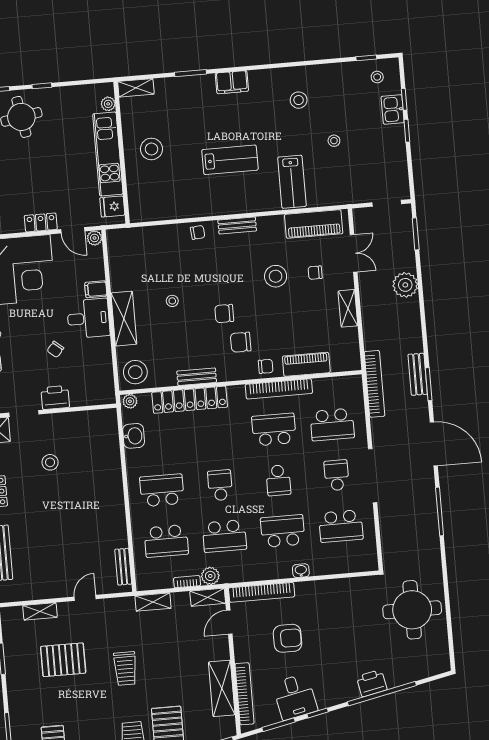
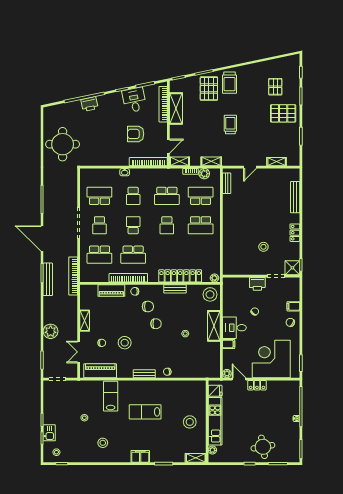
bench: (418, 374) -> (48, 279), width x1.36
school desk: (332, 425) -> (99, 255), turned 180
washbasin: (134, 436) -> (214, 258), removed
school desk: (283, 531) -> (133, 196), width x0.54
school desk: (224, 536) -> (167, 196), turned 180
plant: (210, 576) -> (204, 174), moved
pallet: (63, 660) -> (283, 113), moved

